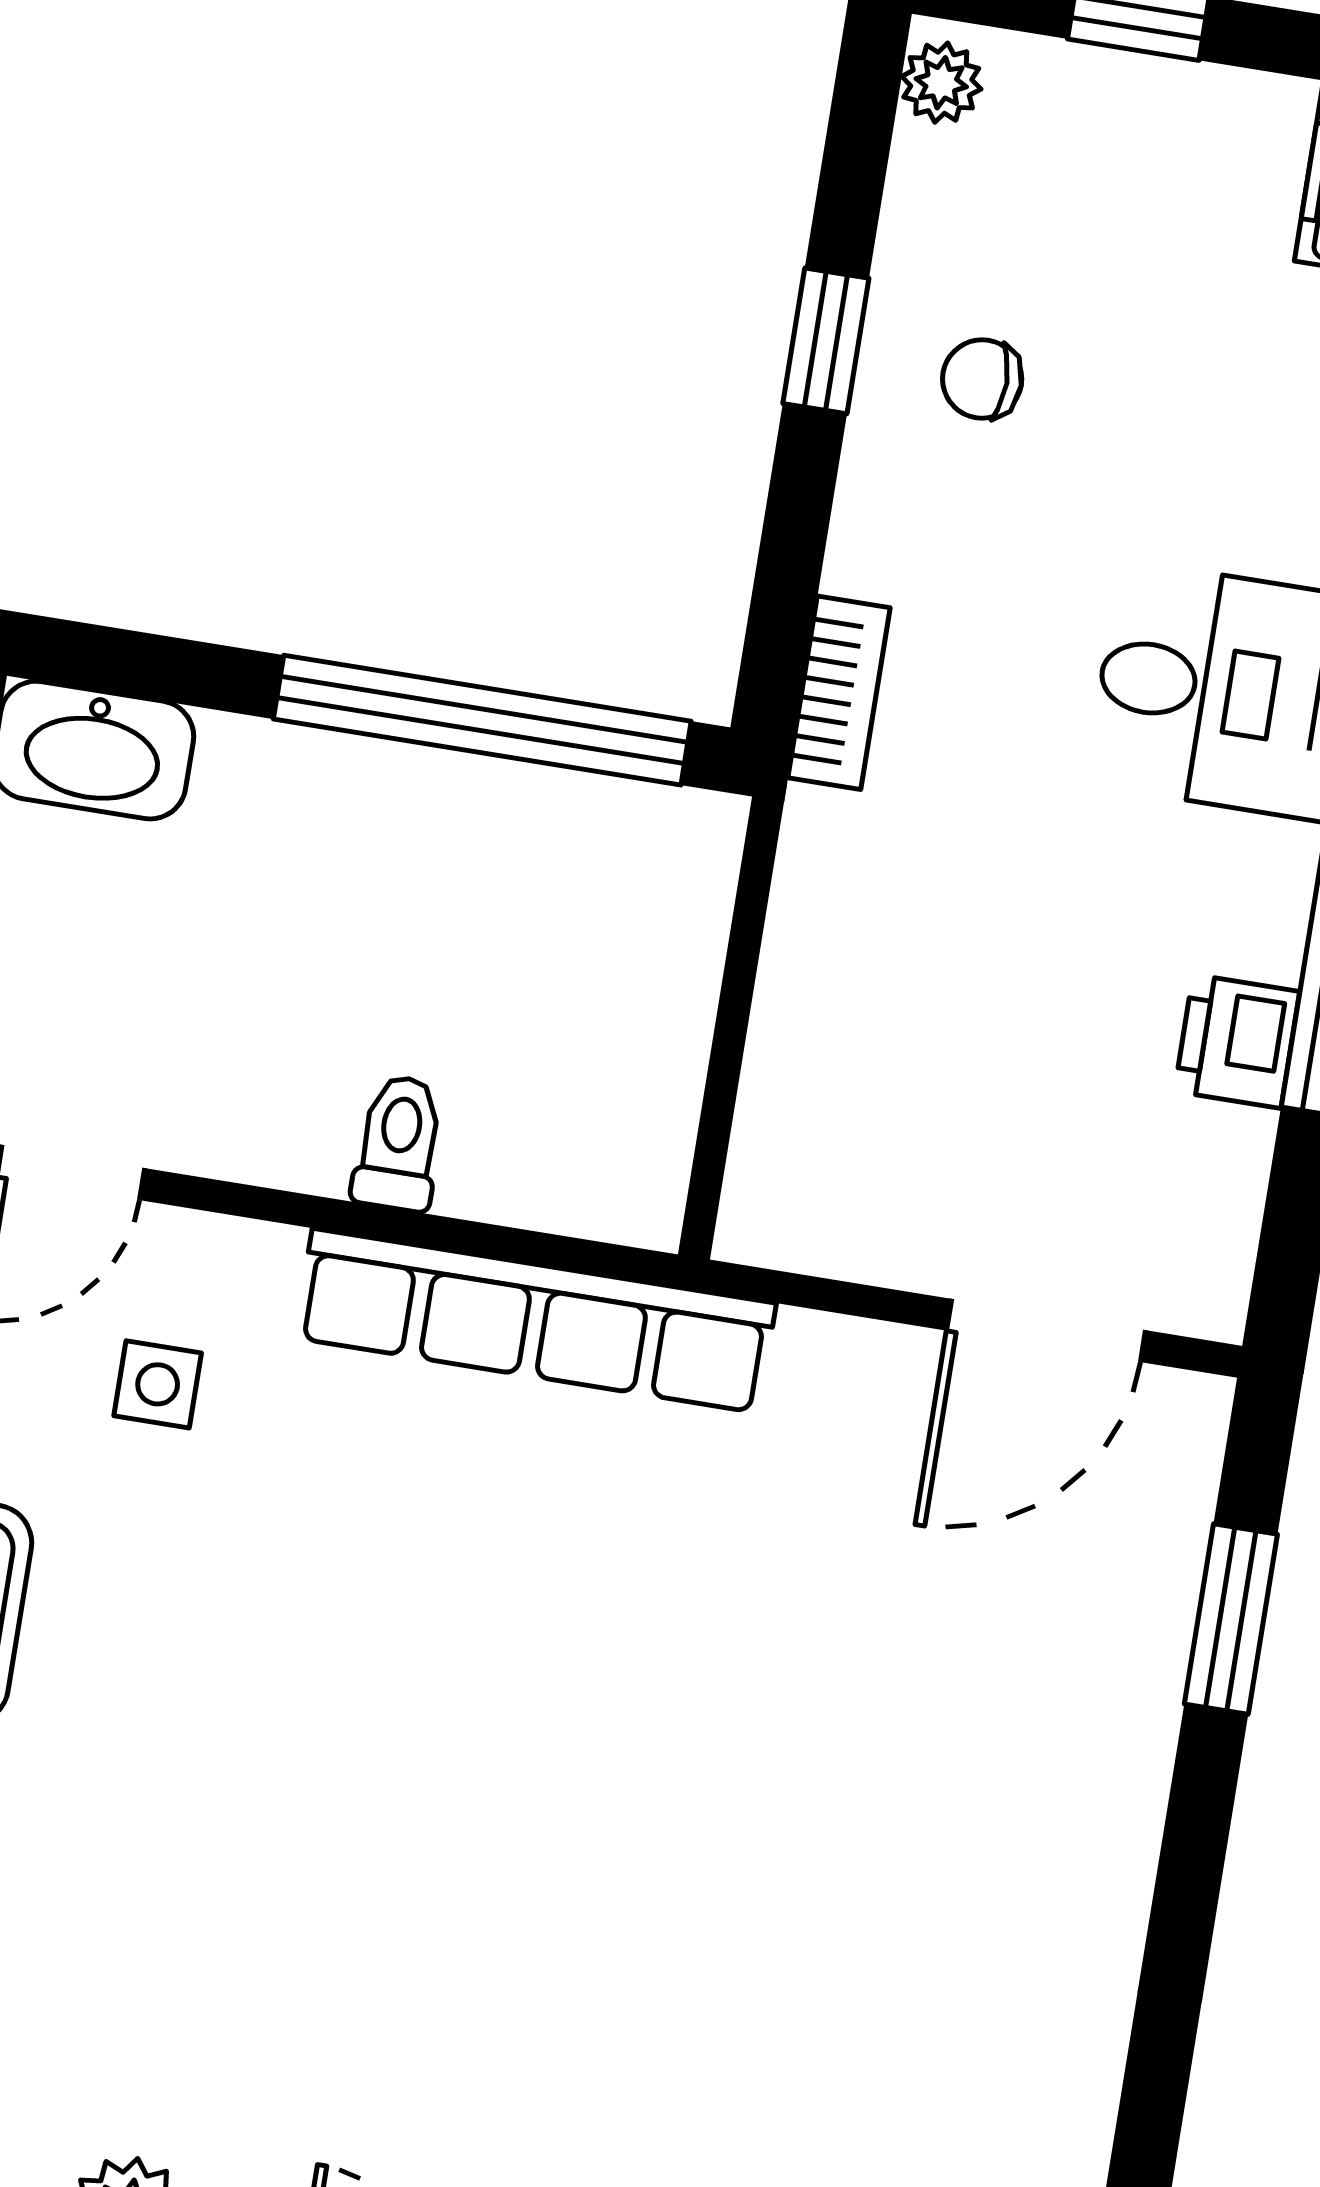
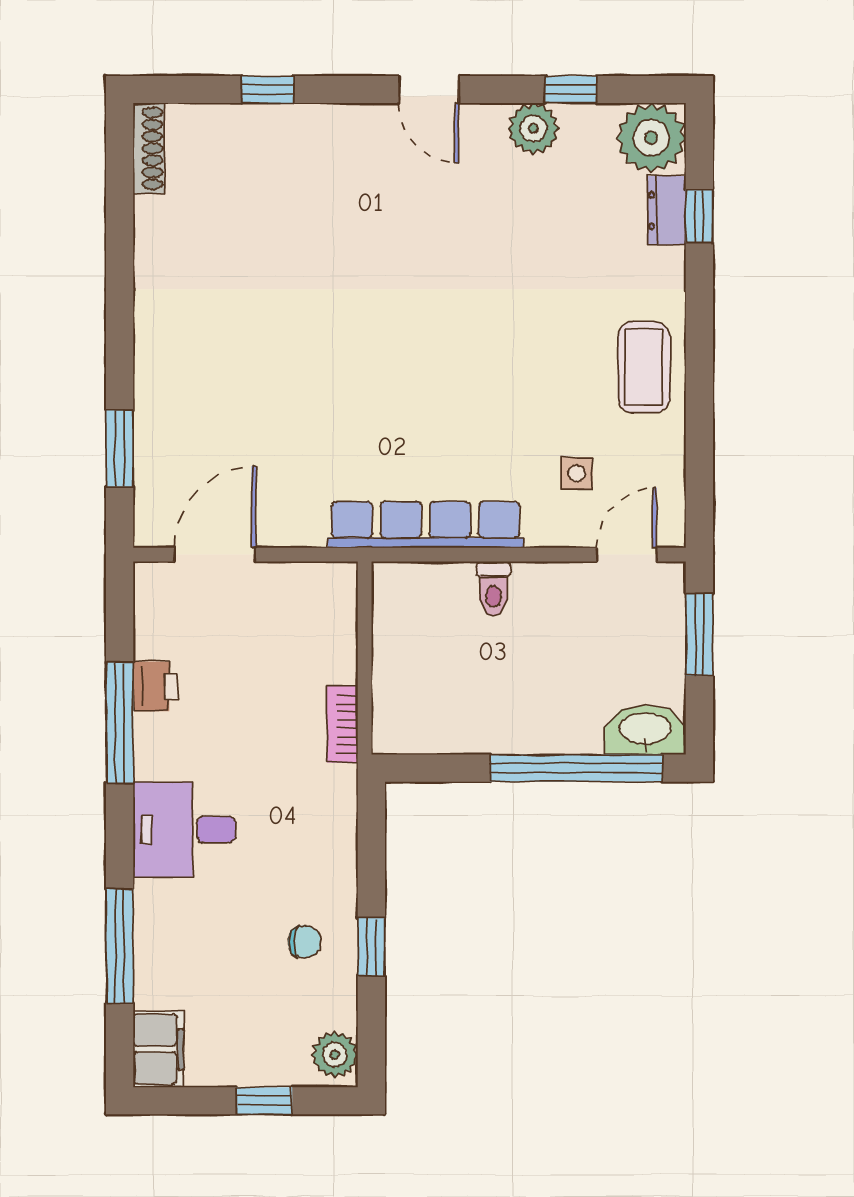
plant: (941, 83) -> (335, 1055), width x1.38, depth x1.38
bookcase: (839, 693) -> (342, 724), moved
window: (482, 720) -> (576, 768), moved

